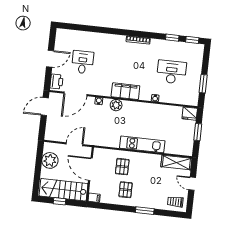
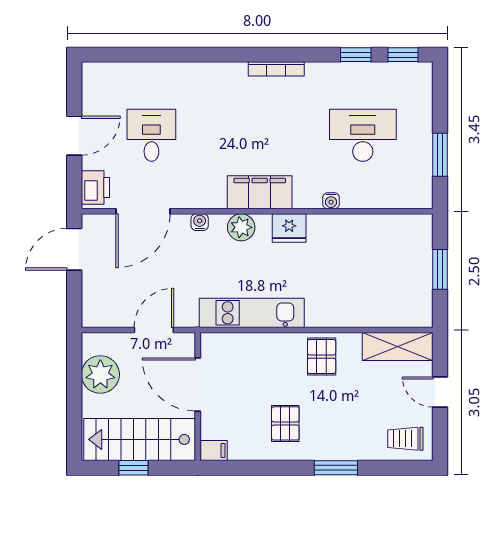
fridge: (190, 114) -> (289, 228), moved
kitchen unit: (142, 144) -> (252, 313), moved
pallet: (122, 167) -> (322, 357), moved

